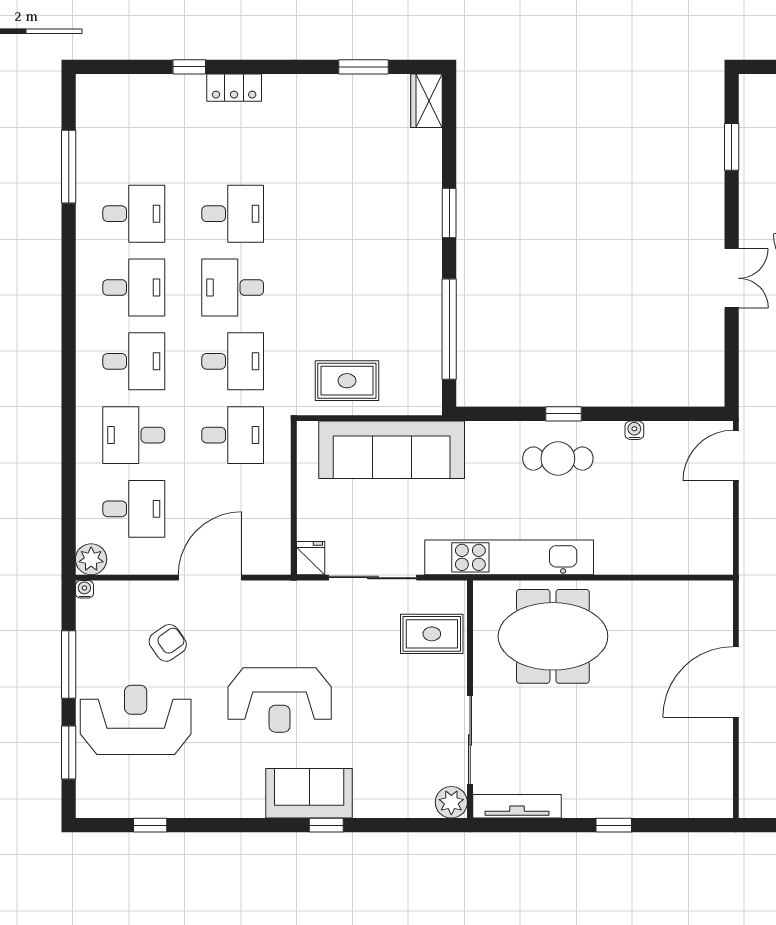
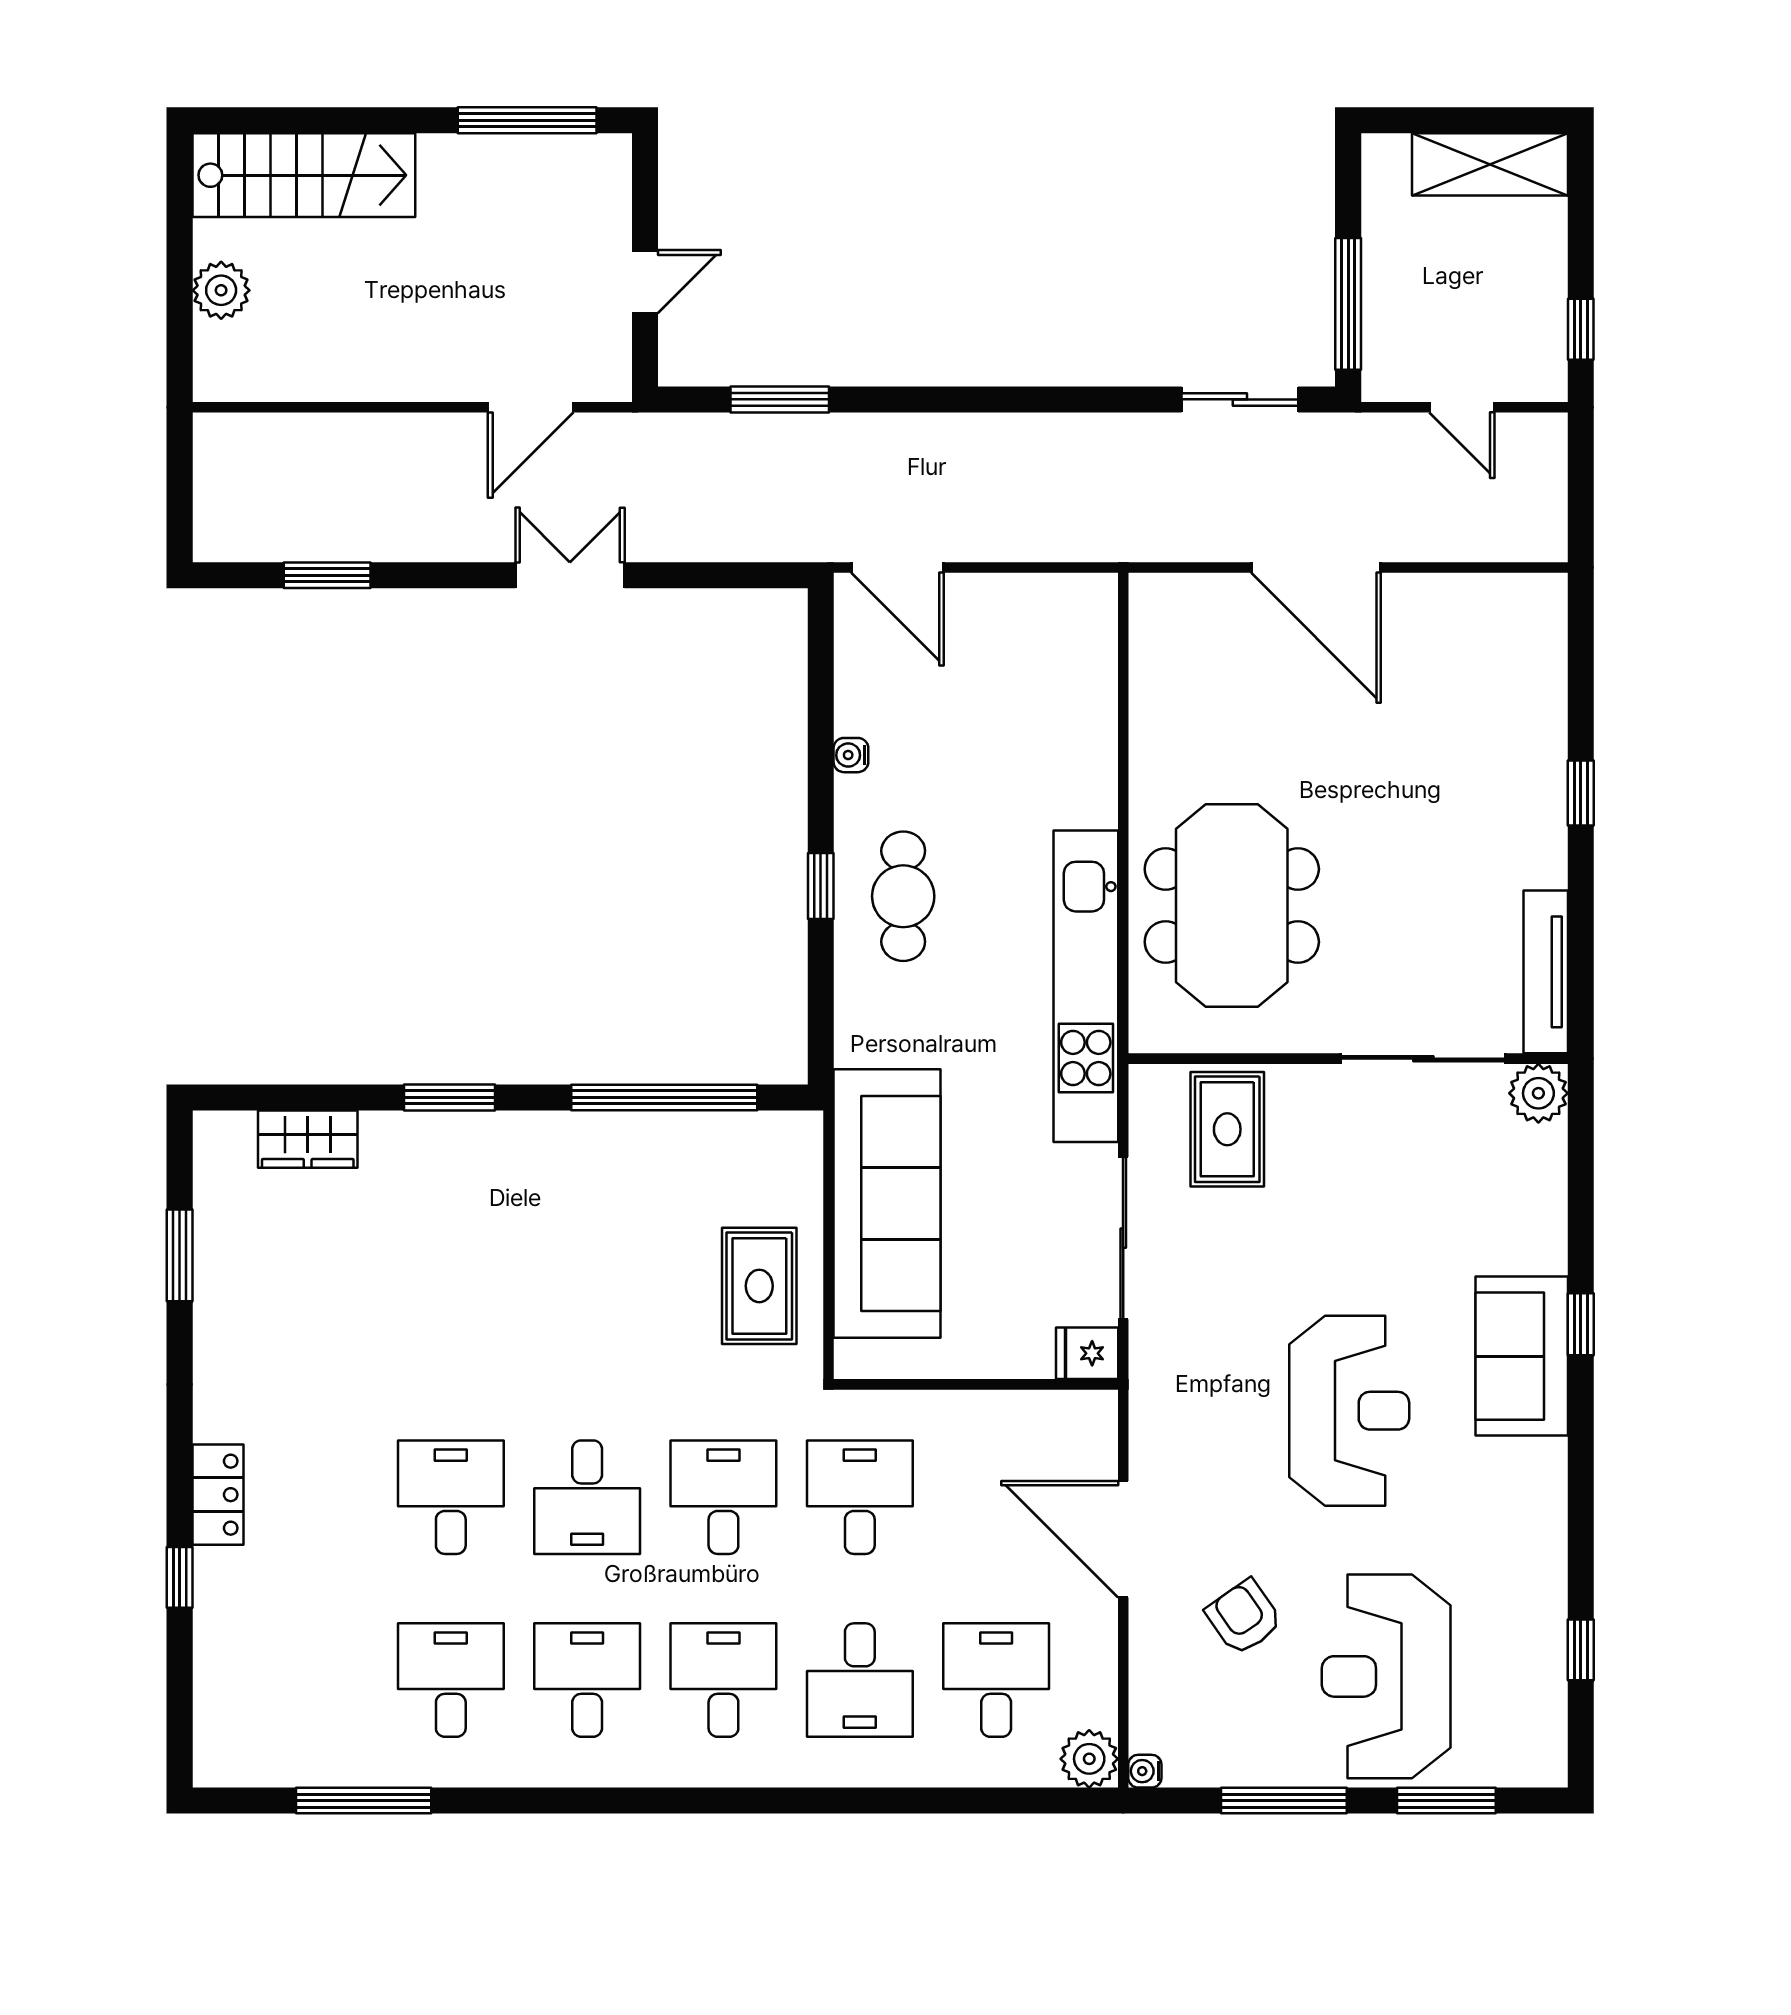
wardrobe: (426, 101) -> (308, 1139), moved

